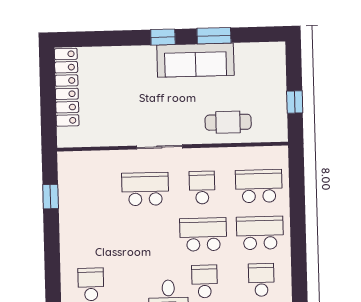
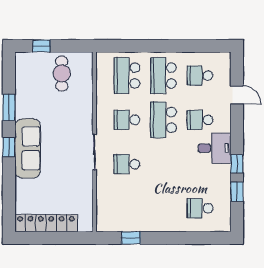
sofa: (195, 60) -> (28, 148), moved
window: (295, 102) -> (41, 46), moved
cafe table: (228, 122) -> (62, 73), moved
school desk: (145, 189) -> (127, 164), width x0.54

